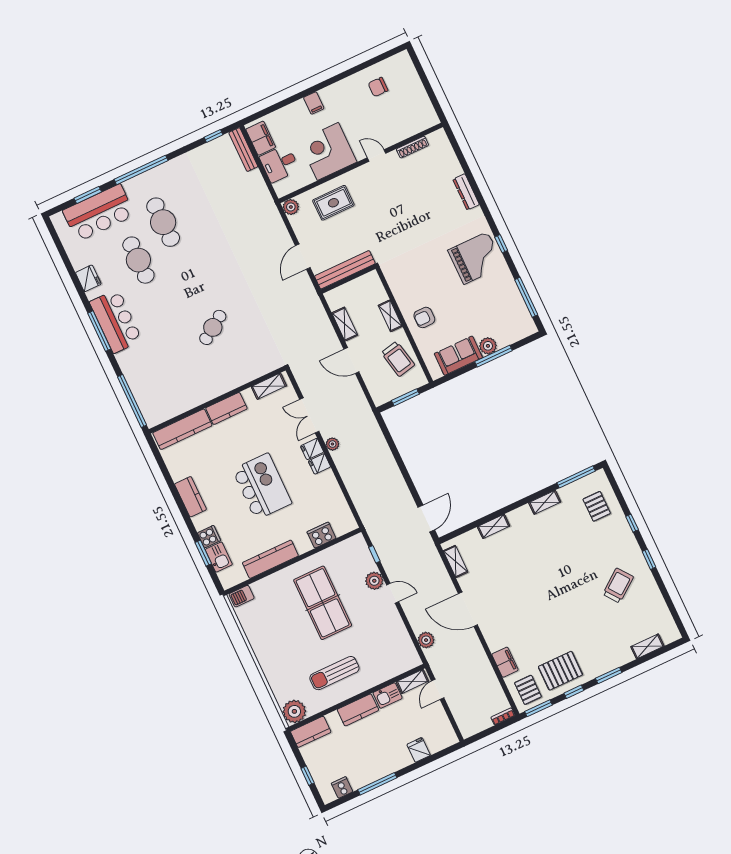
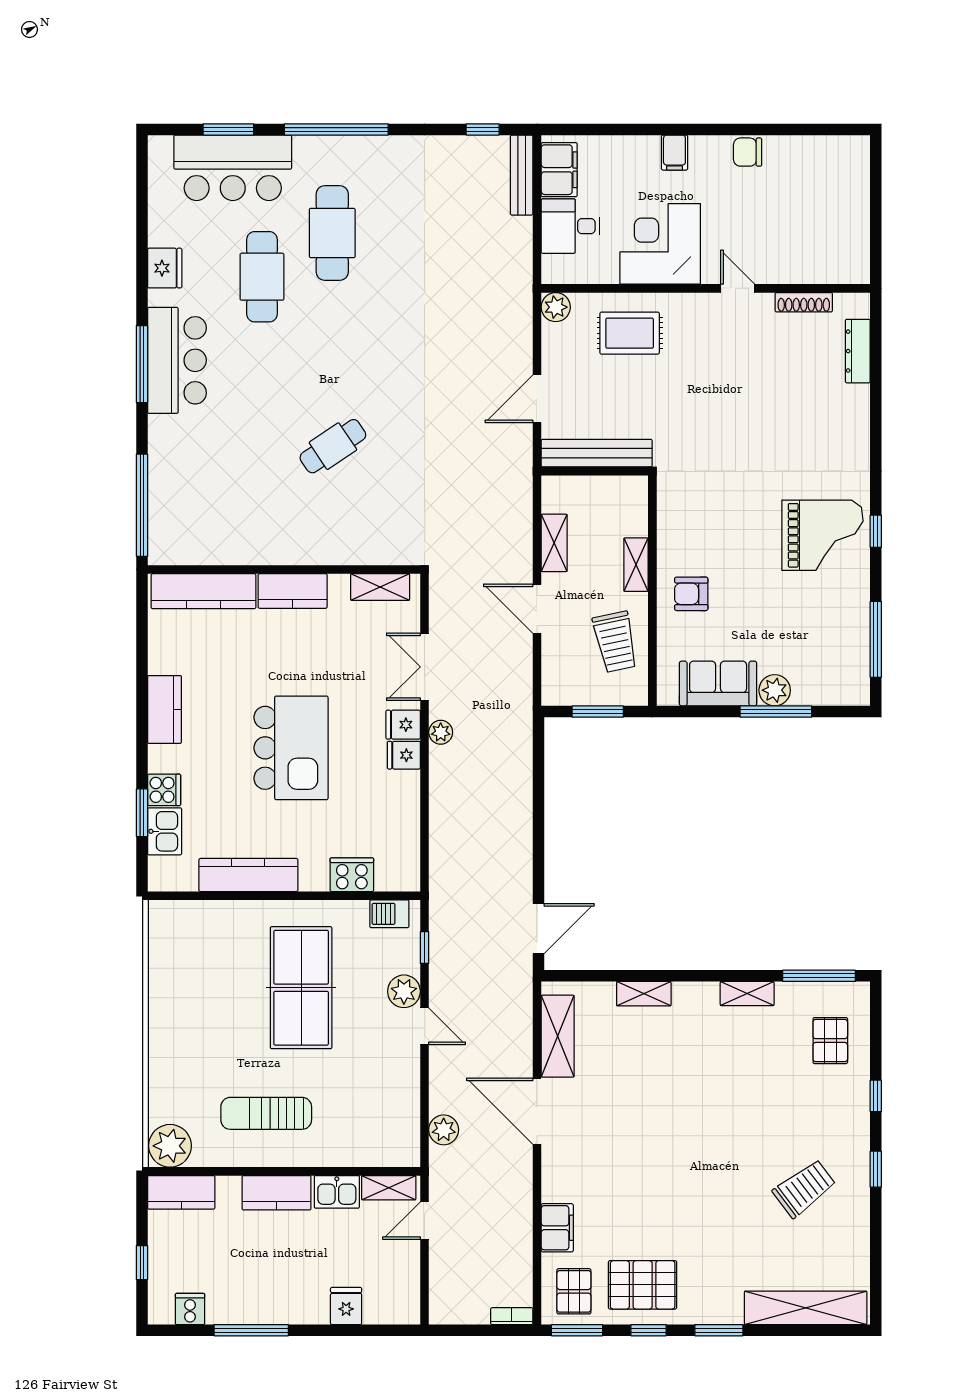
chair: (378, 87) -> (748, 152), moved
dresser: (466, 192) -> (858, 351), moved
shelving: (456, 561) -> (558, 1036), width x1.50, depth x1.33
barbecue: (242, 596) -> (389, 914), moved
shelving: (647, 646) -> (806, 1308), width x2.20, depth x1.33

